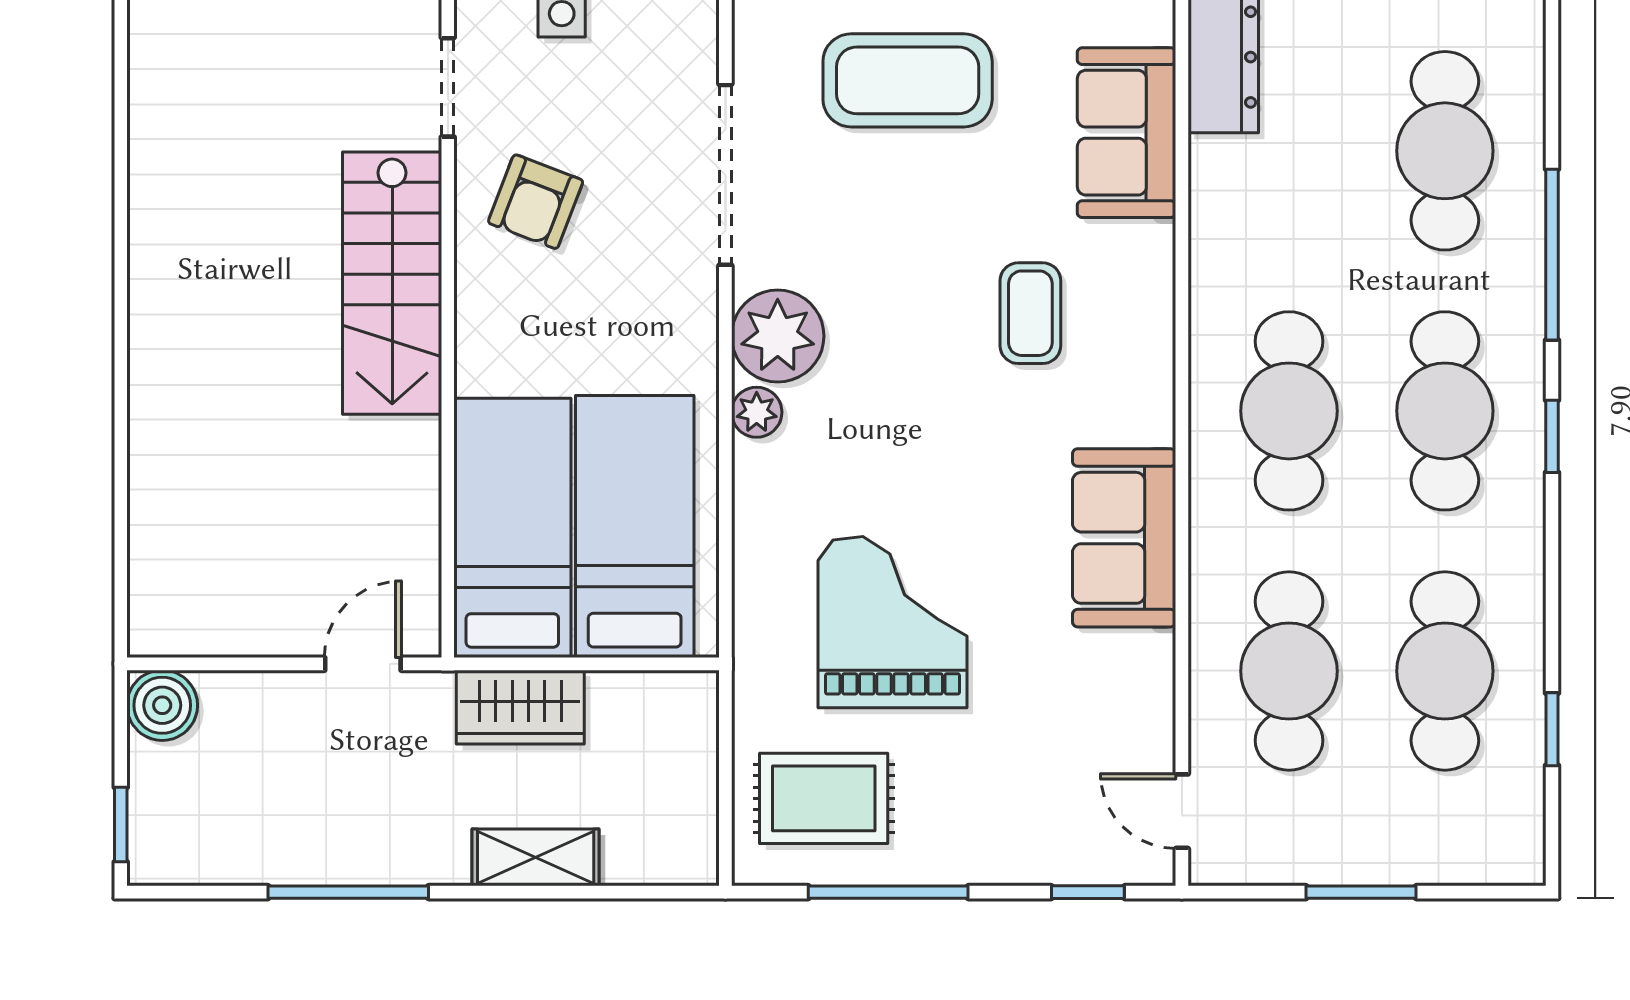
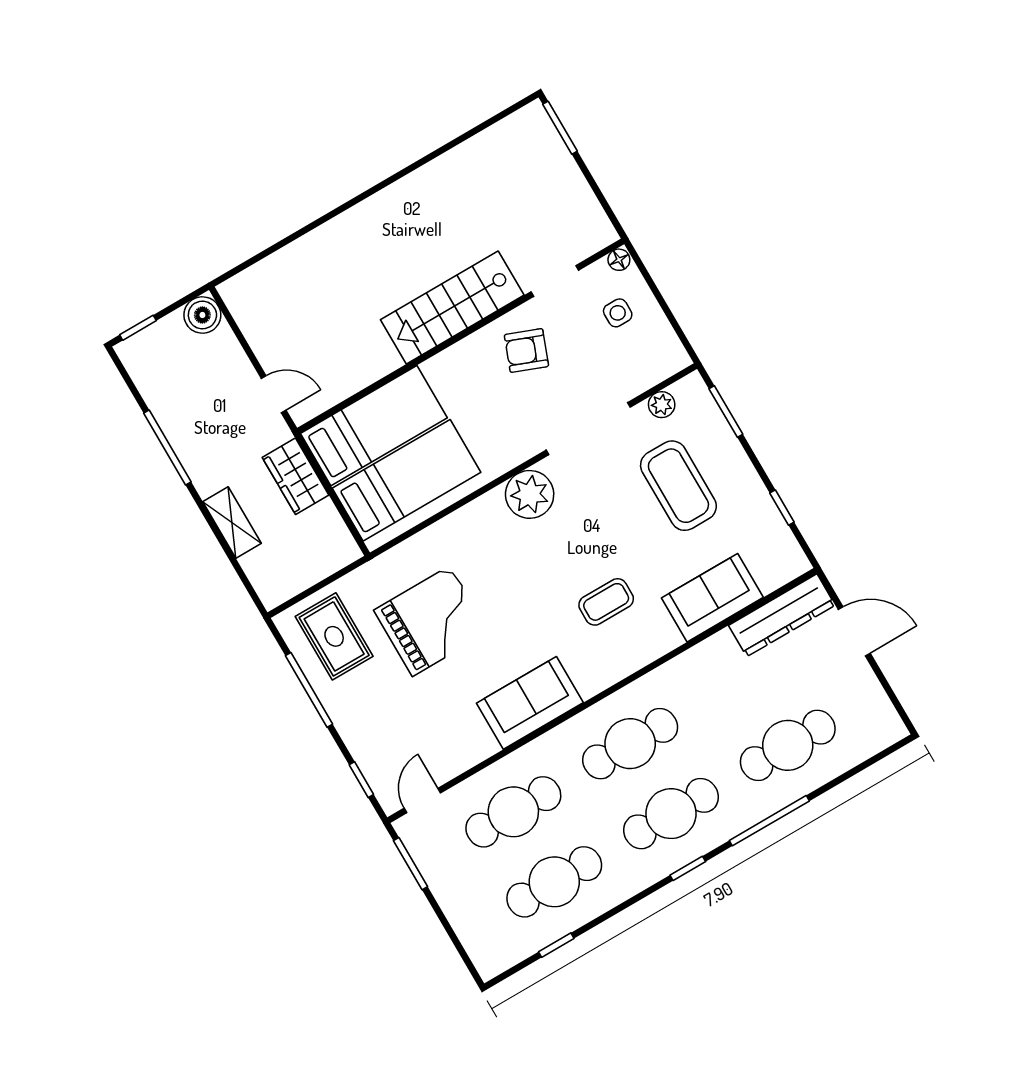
plant: (757, 412) -> (662, 405), moved
window: (1361, 892) -> (410, 864), moved

